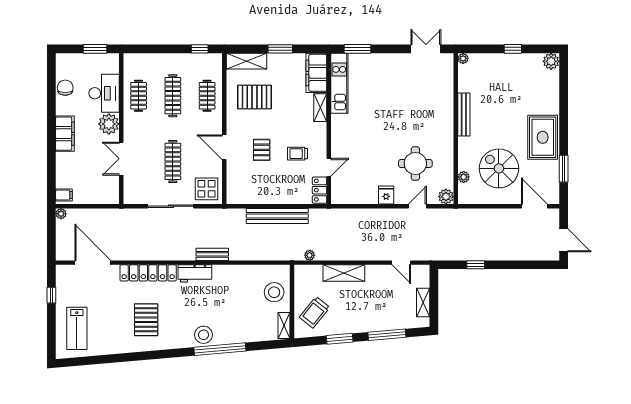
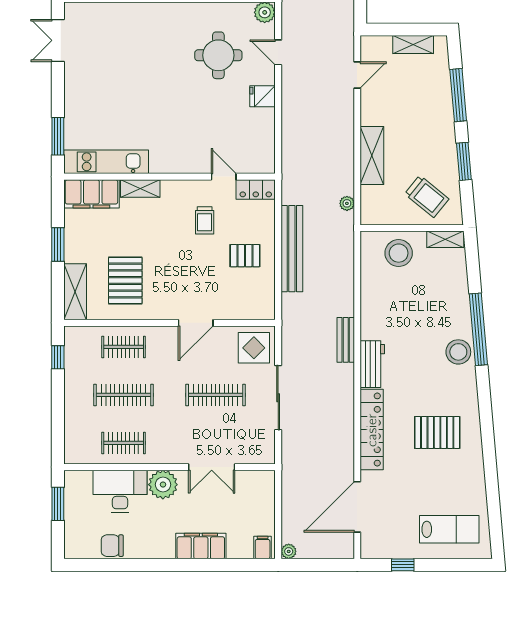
filing cabinet: (65, 134) -> (201, 546), moved
pallet: (262, 150) -> (245, 256), moved

